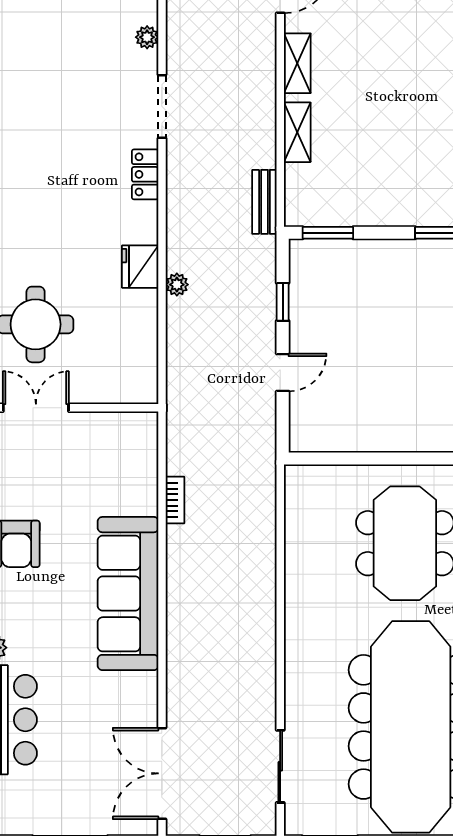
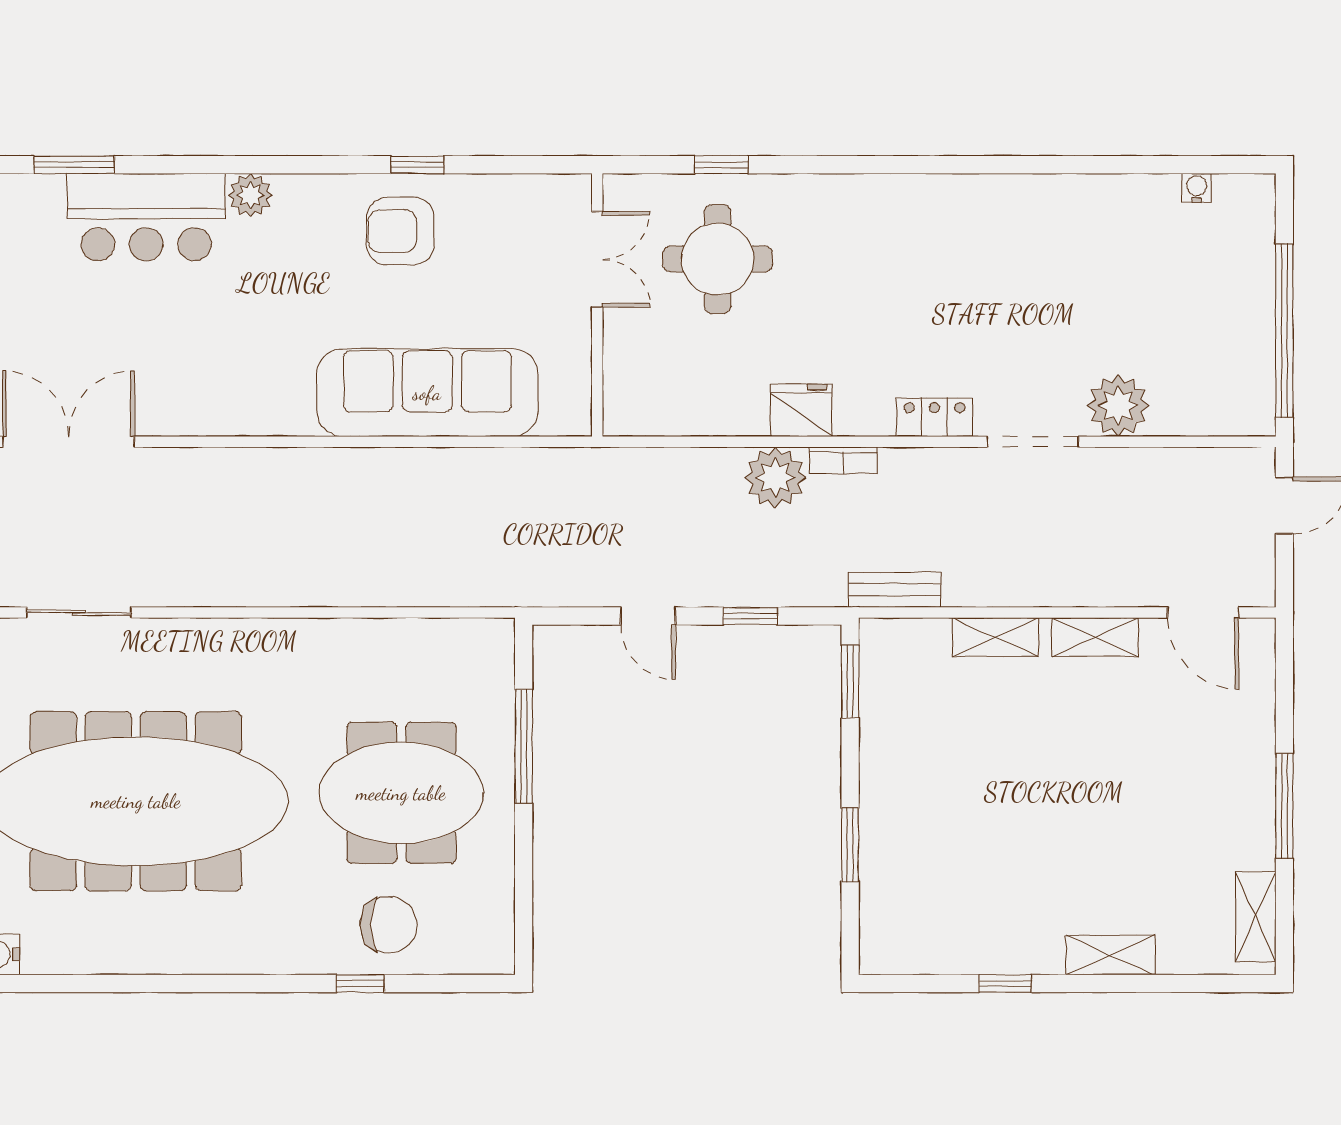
plant: (147, 37) -> (1118, 406), width x1.88, depth x1.88
plant: (177, 285) -> (775, 478), width x1.88, depth x1.88
window: (373, 459) -> (524, 746), added
bookcase: (175, 500) -> (843, 460), moved
sofa: (128, 594) -> (427, 393), moved

